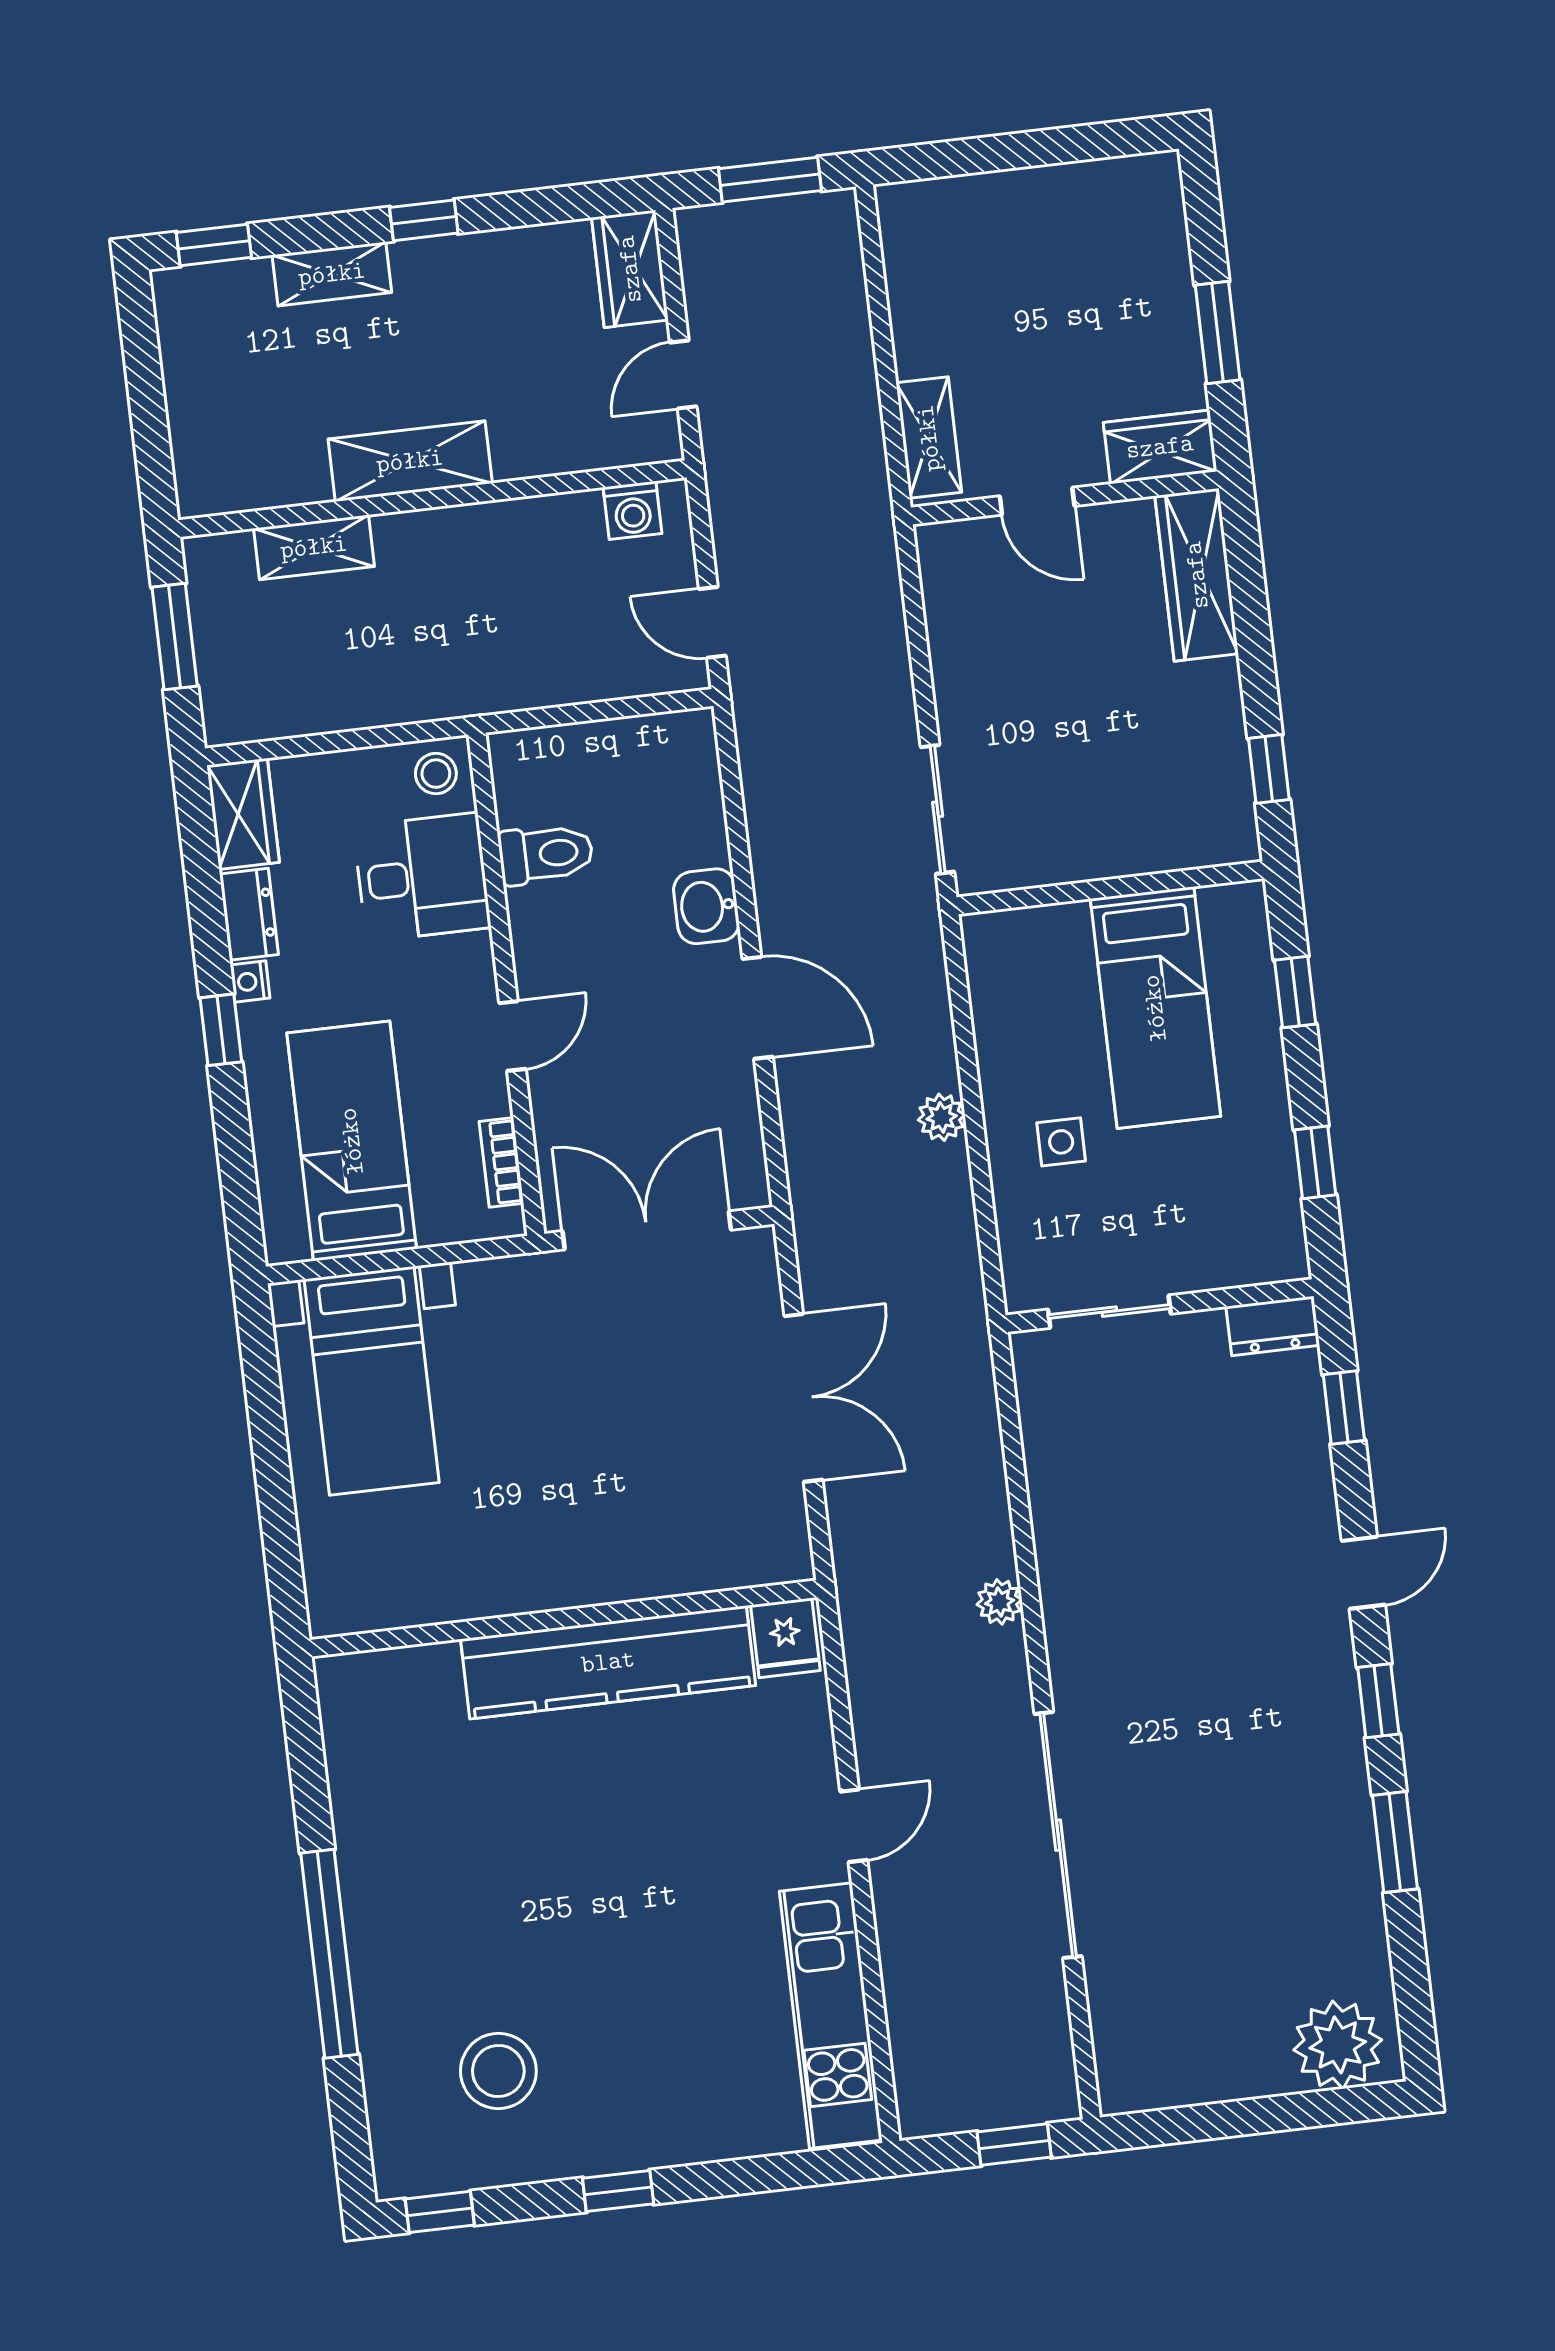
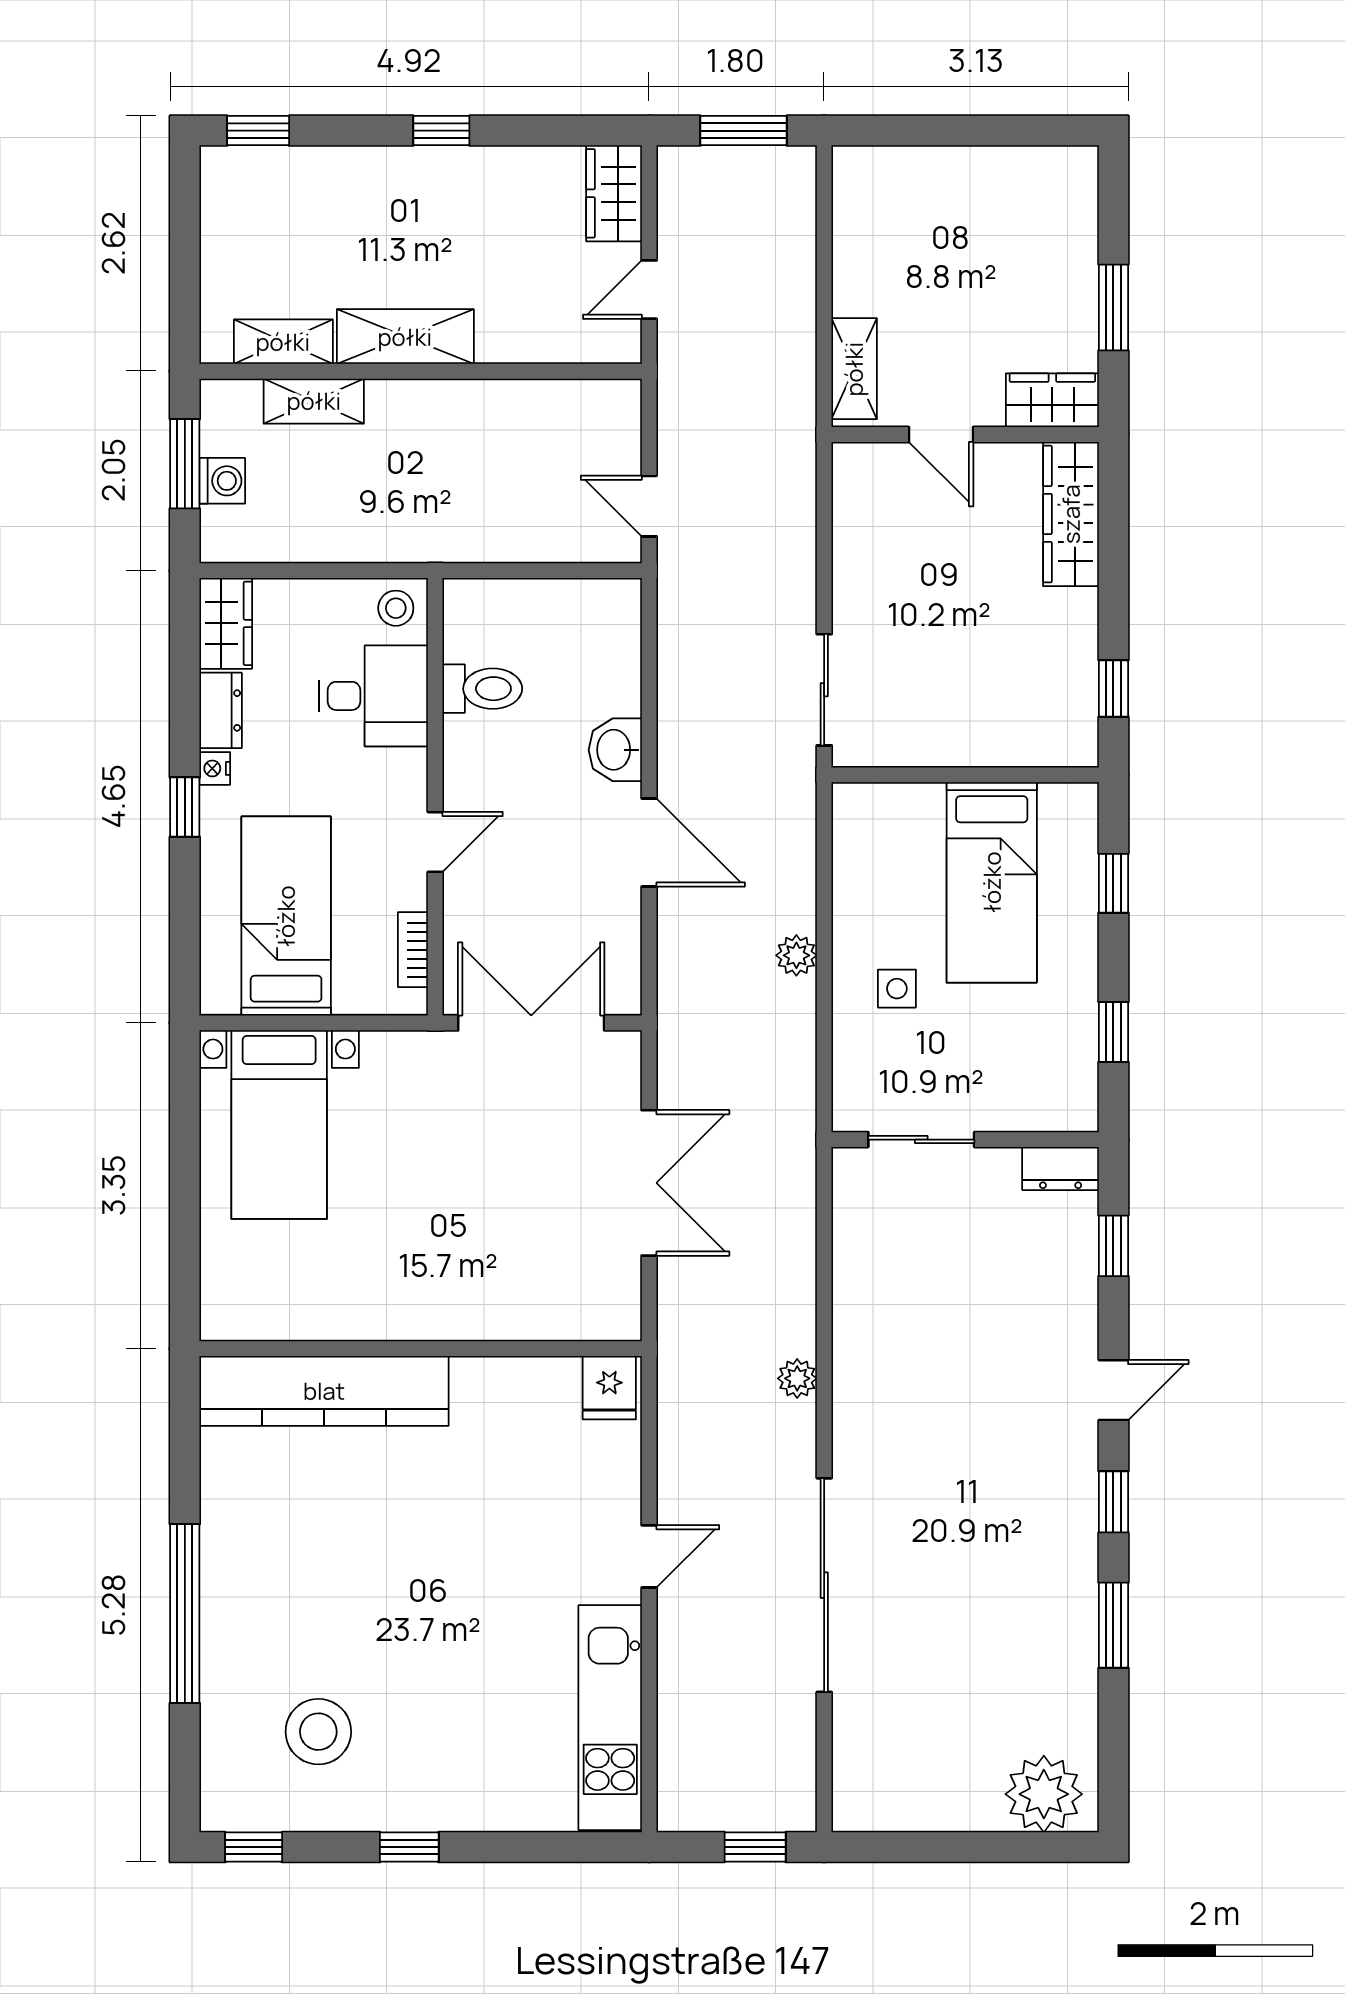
shelving: (332, 274) -> (283, 342), moved
washing machine: (633, 510) -> (222, 481), moved, turned -90
kitchen counter: (608, 1662) -> (324, 1391), moved

